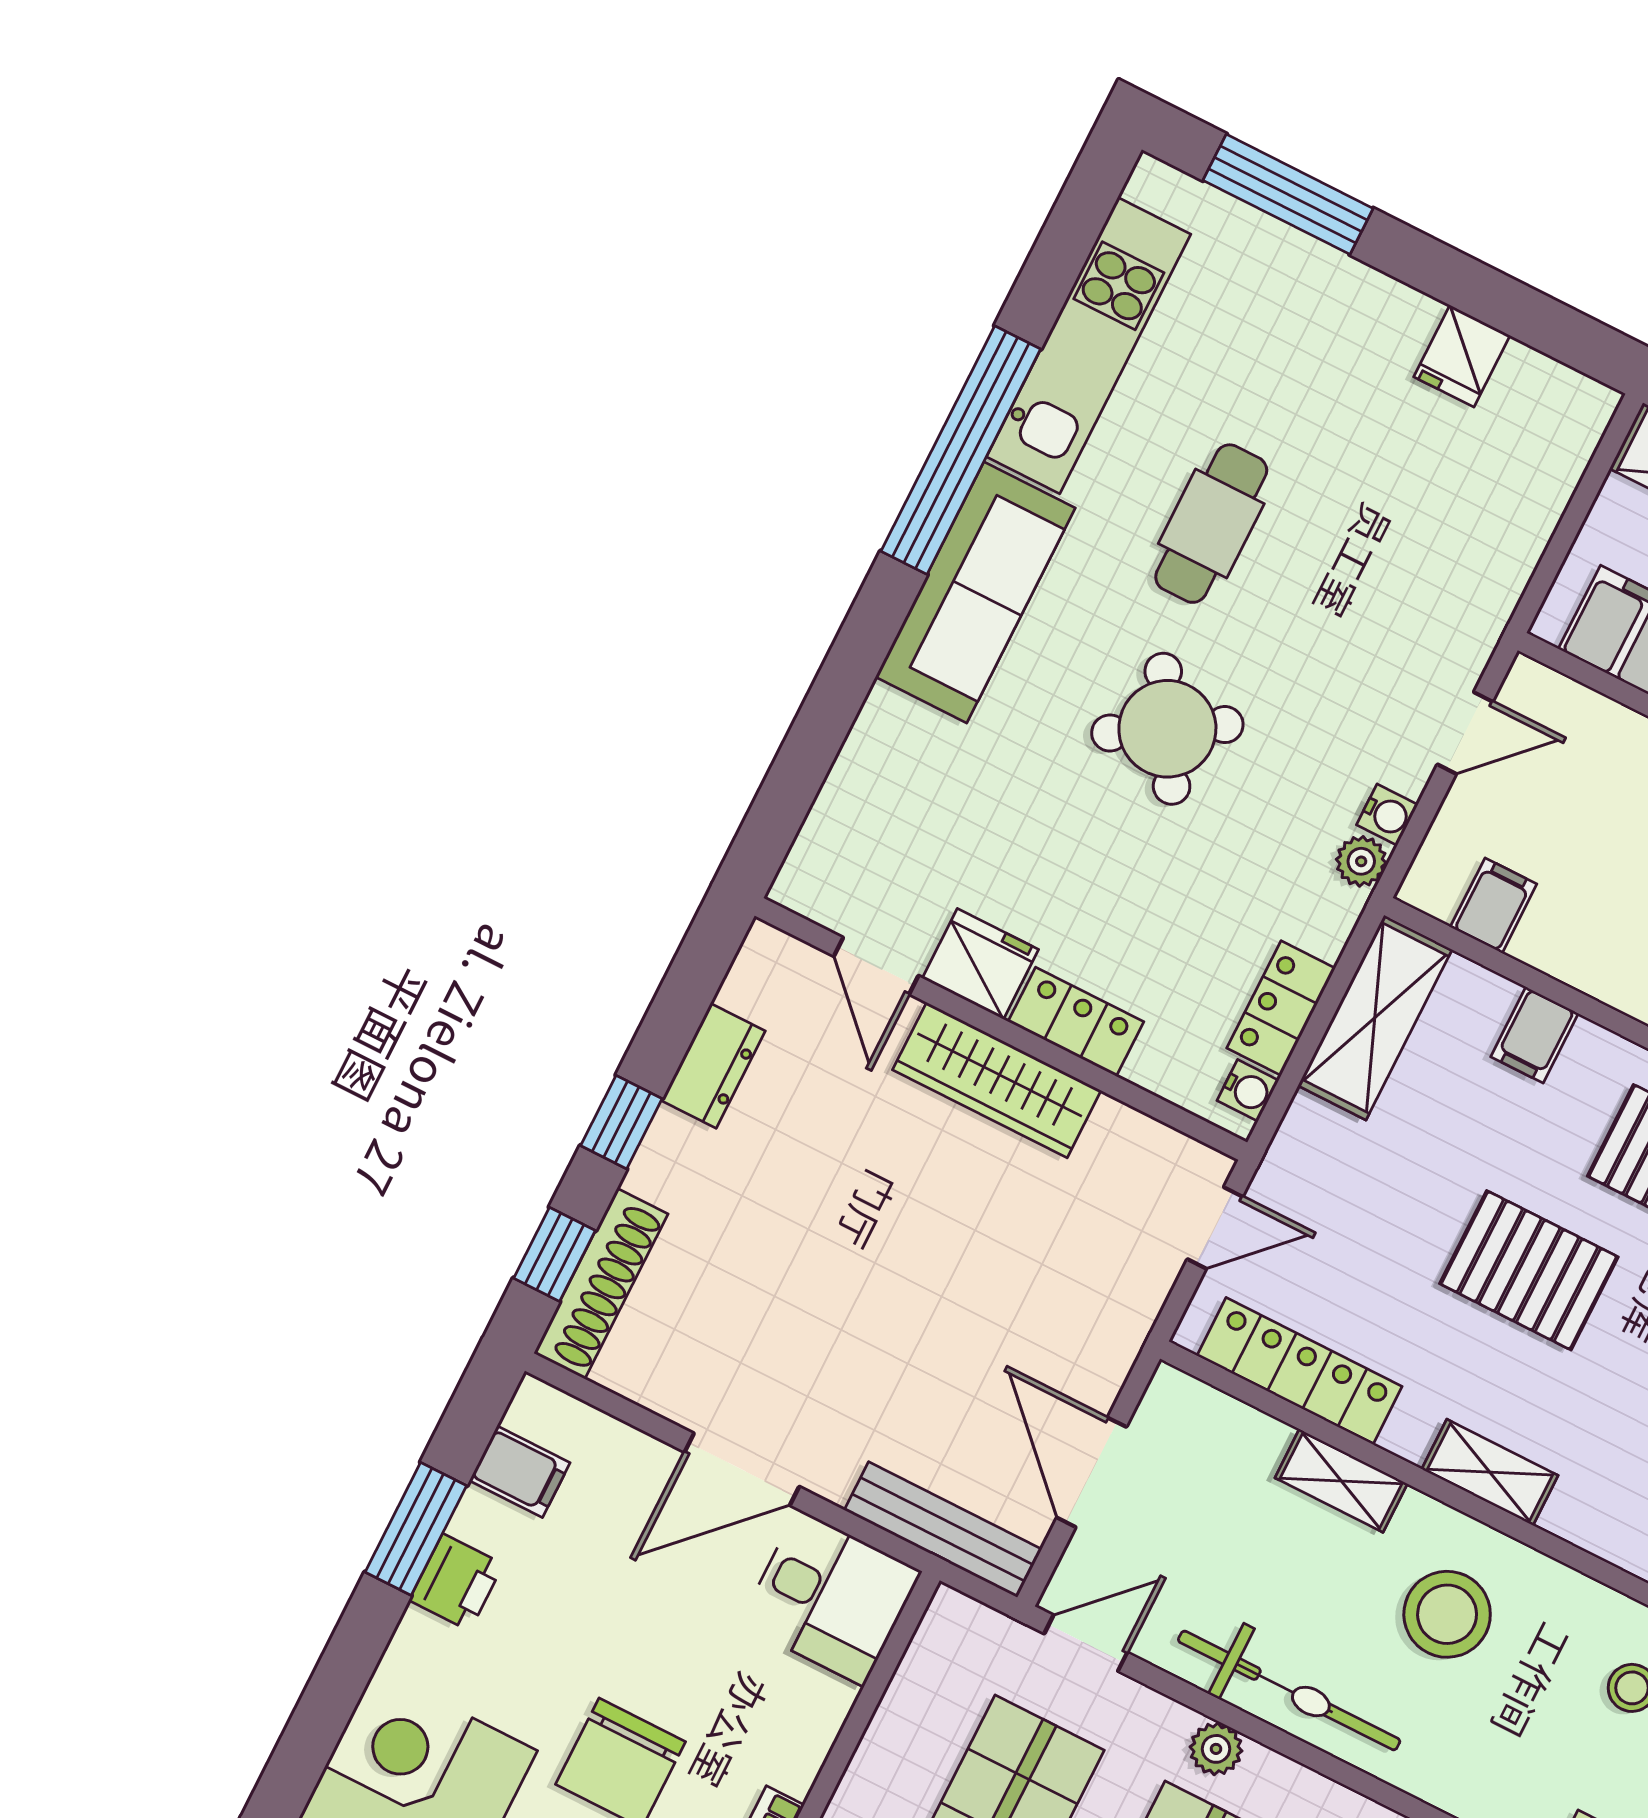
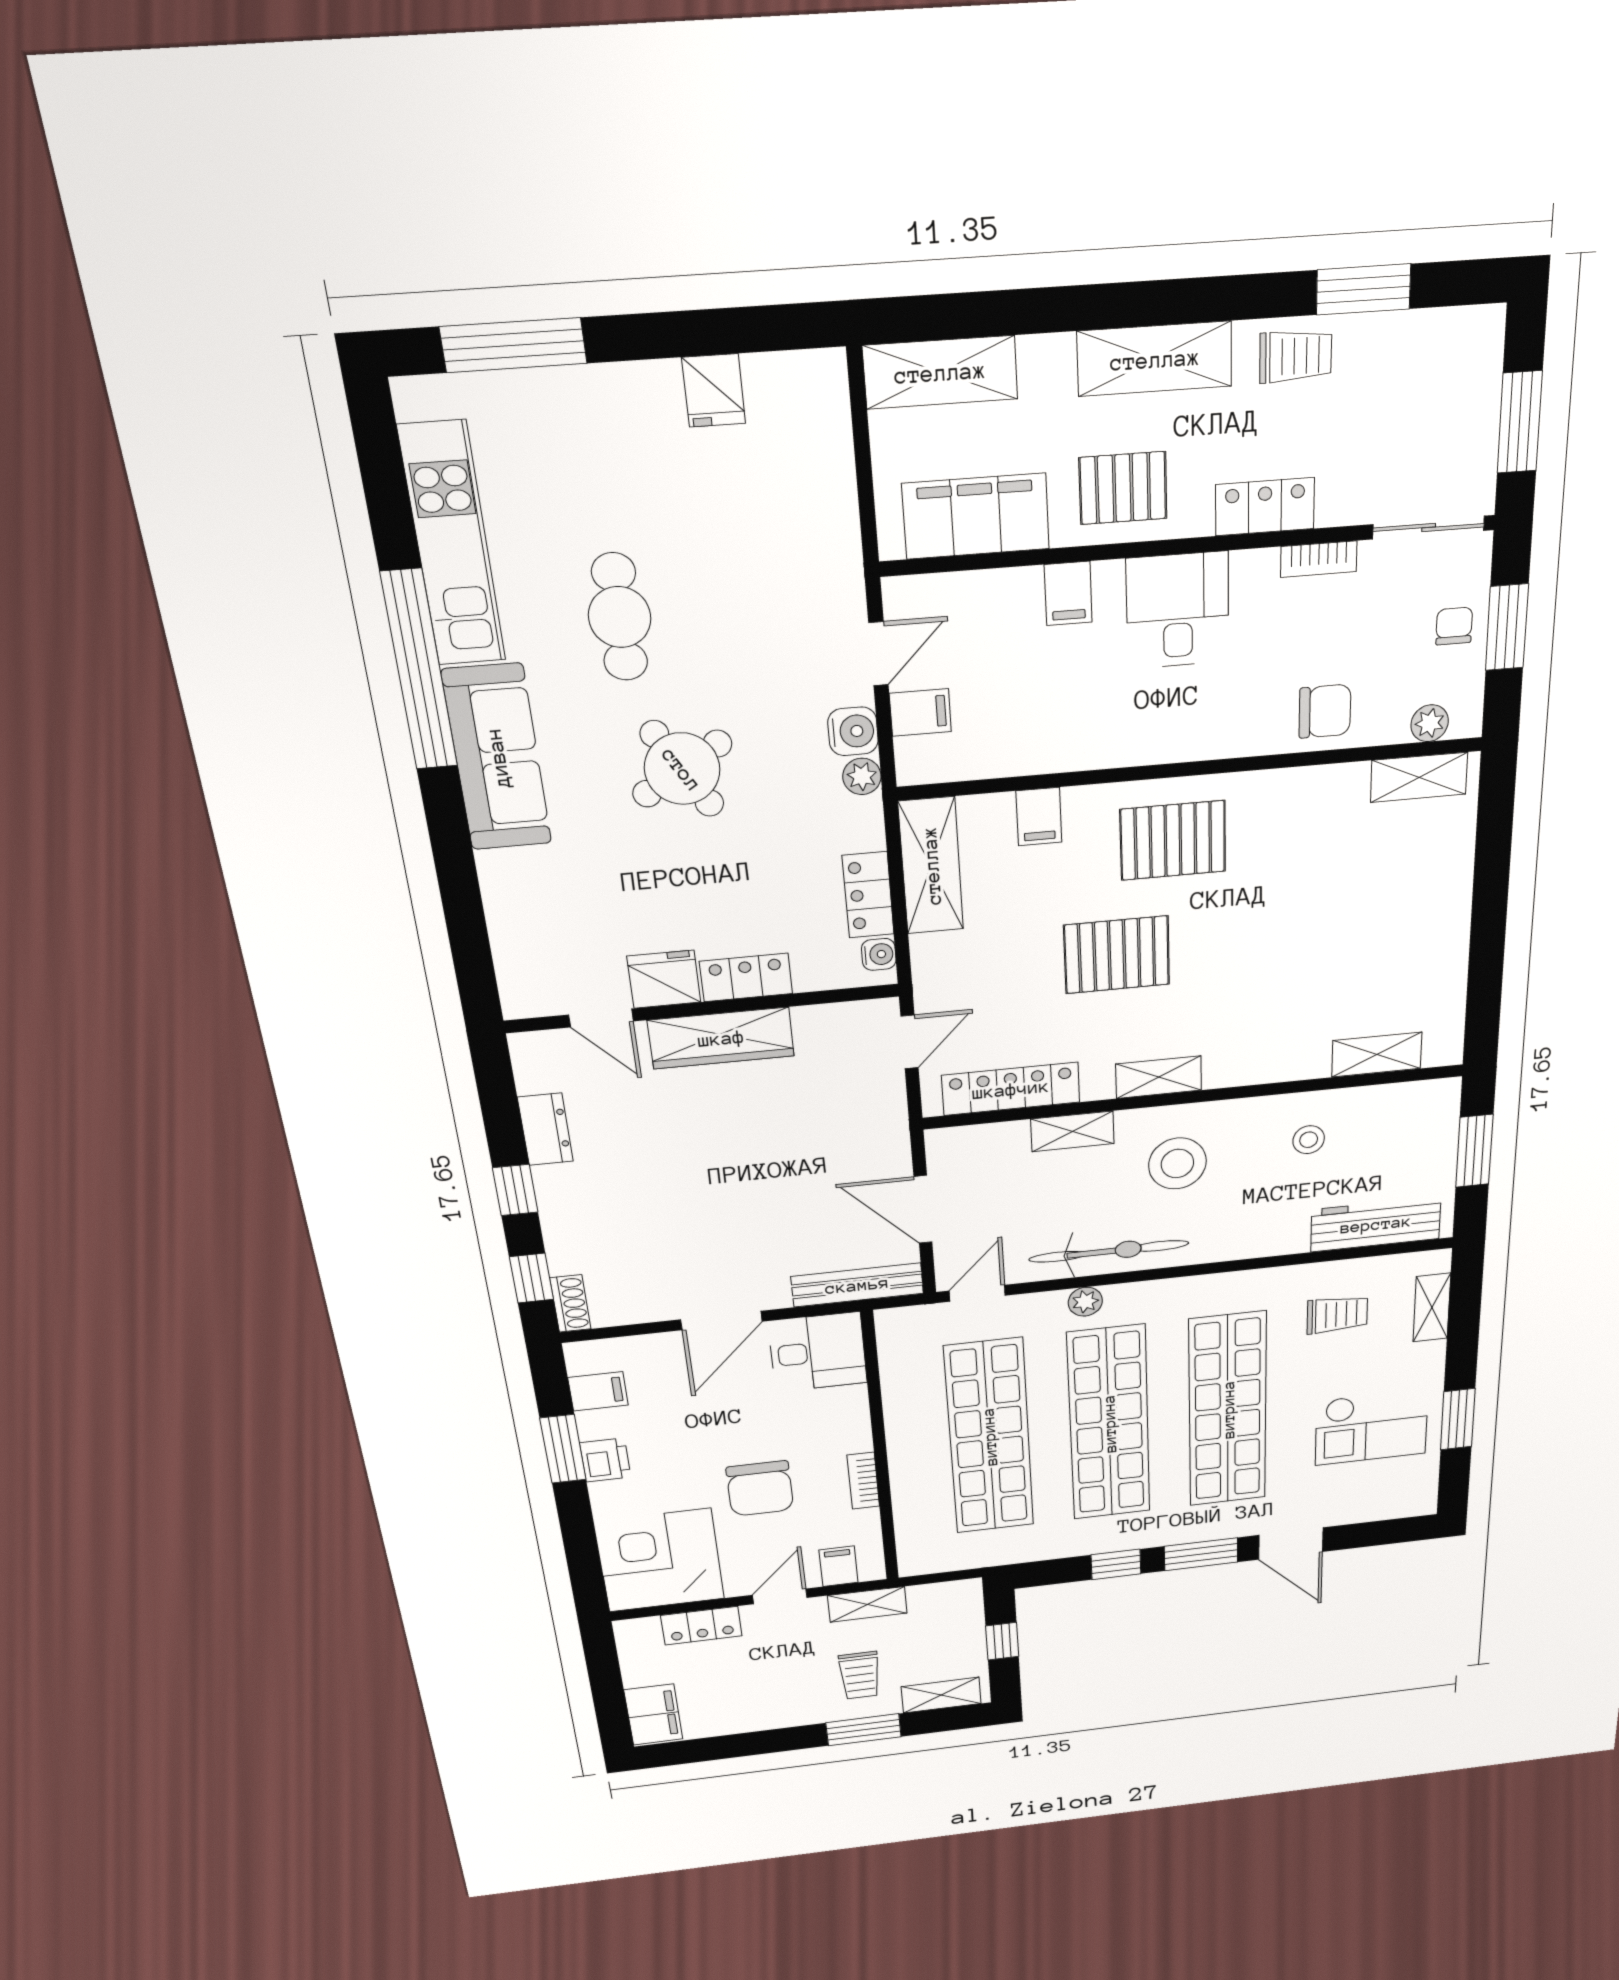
water cooler: (1387, 815) -> (853, 731), width x1.38, depth x1.38
filing cabinet: (1494, 905) -> (920, 712), moved, turned 90
shoe rack: (601, 1284) -> (570, 1304), width x0.51, depth x0.81

